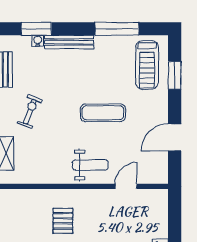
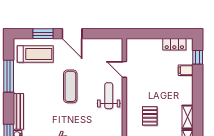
door: (175, 137) -> (72, 34), moved
pallet: (63, 221) -> (150, 116), turned 90

